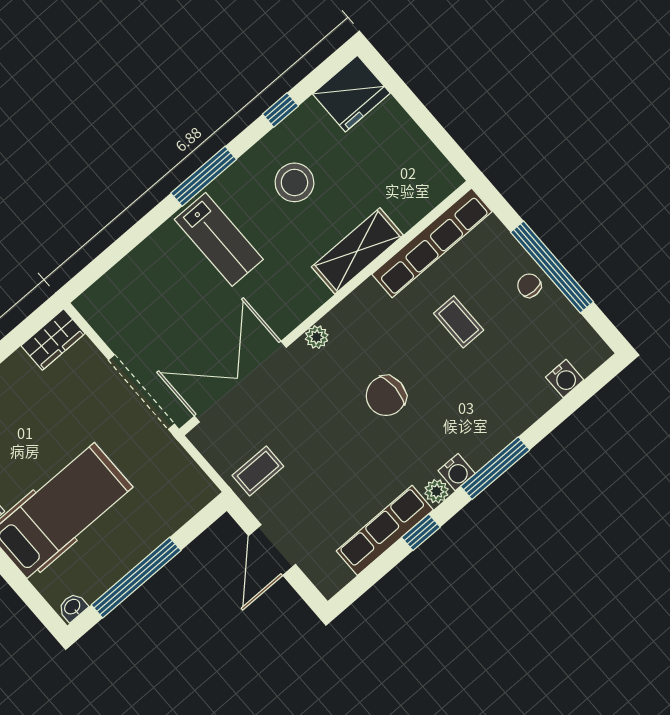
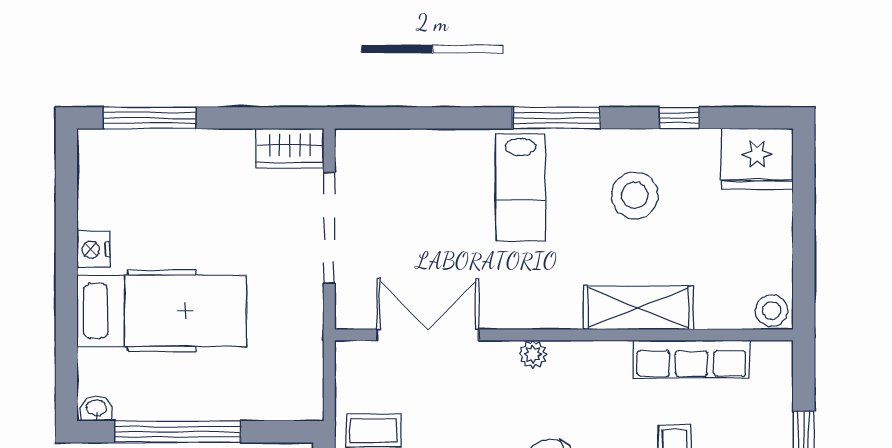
stool: (442, 181) -> (772, 311), added
row of seats: (432, 243) -> (691, 359), width x0.73
double door: (240, 382) -> (428, 335), width x0.73
doorway: (141, 392) -> (329, 228), moved

